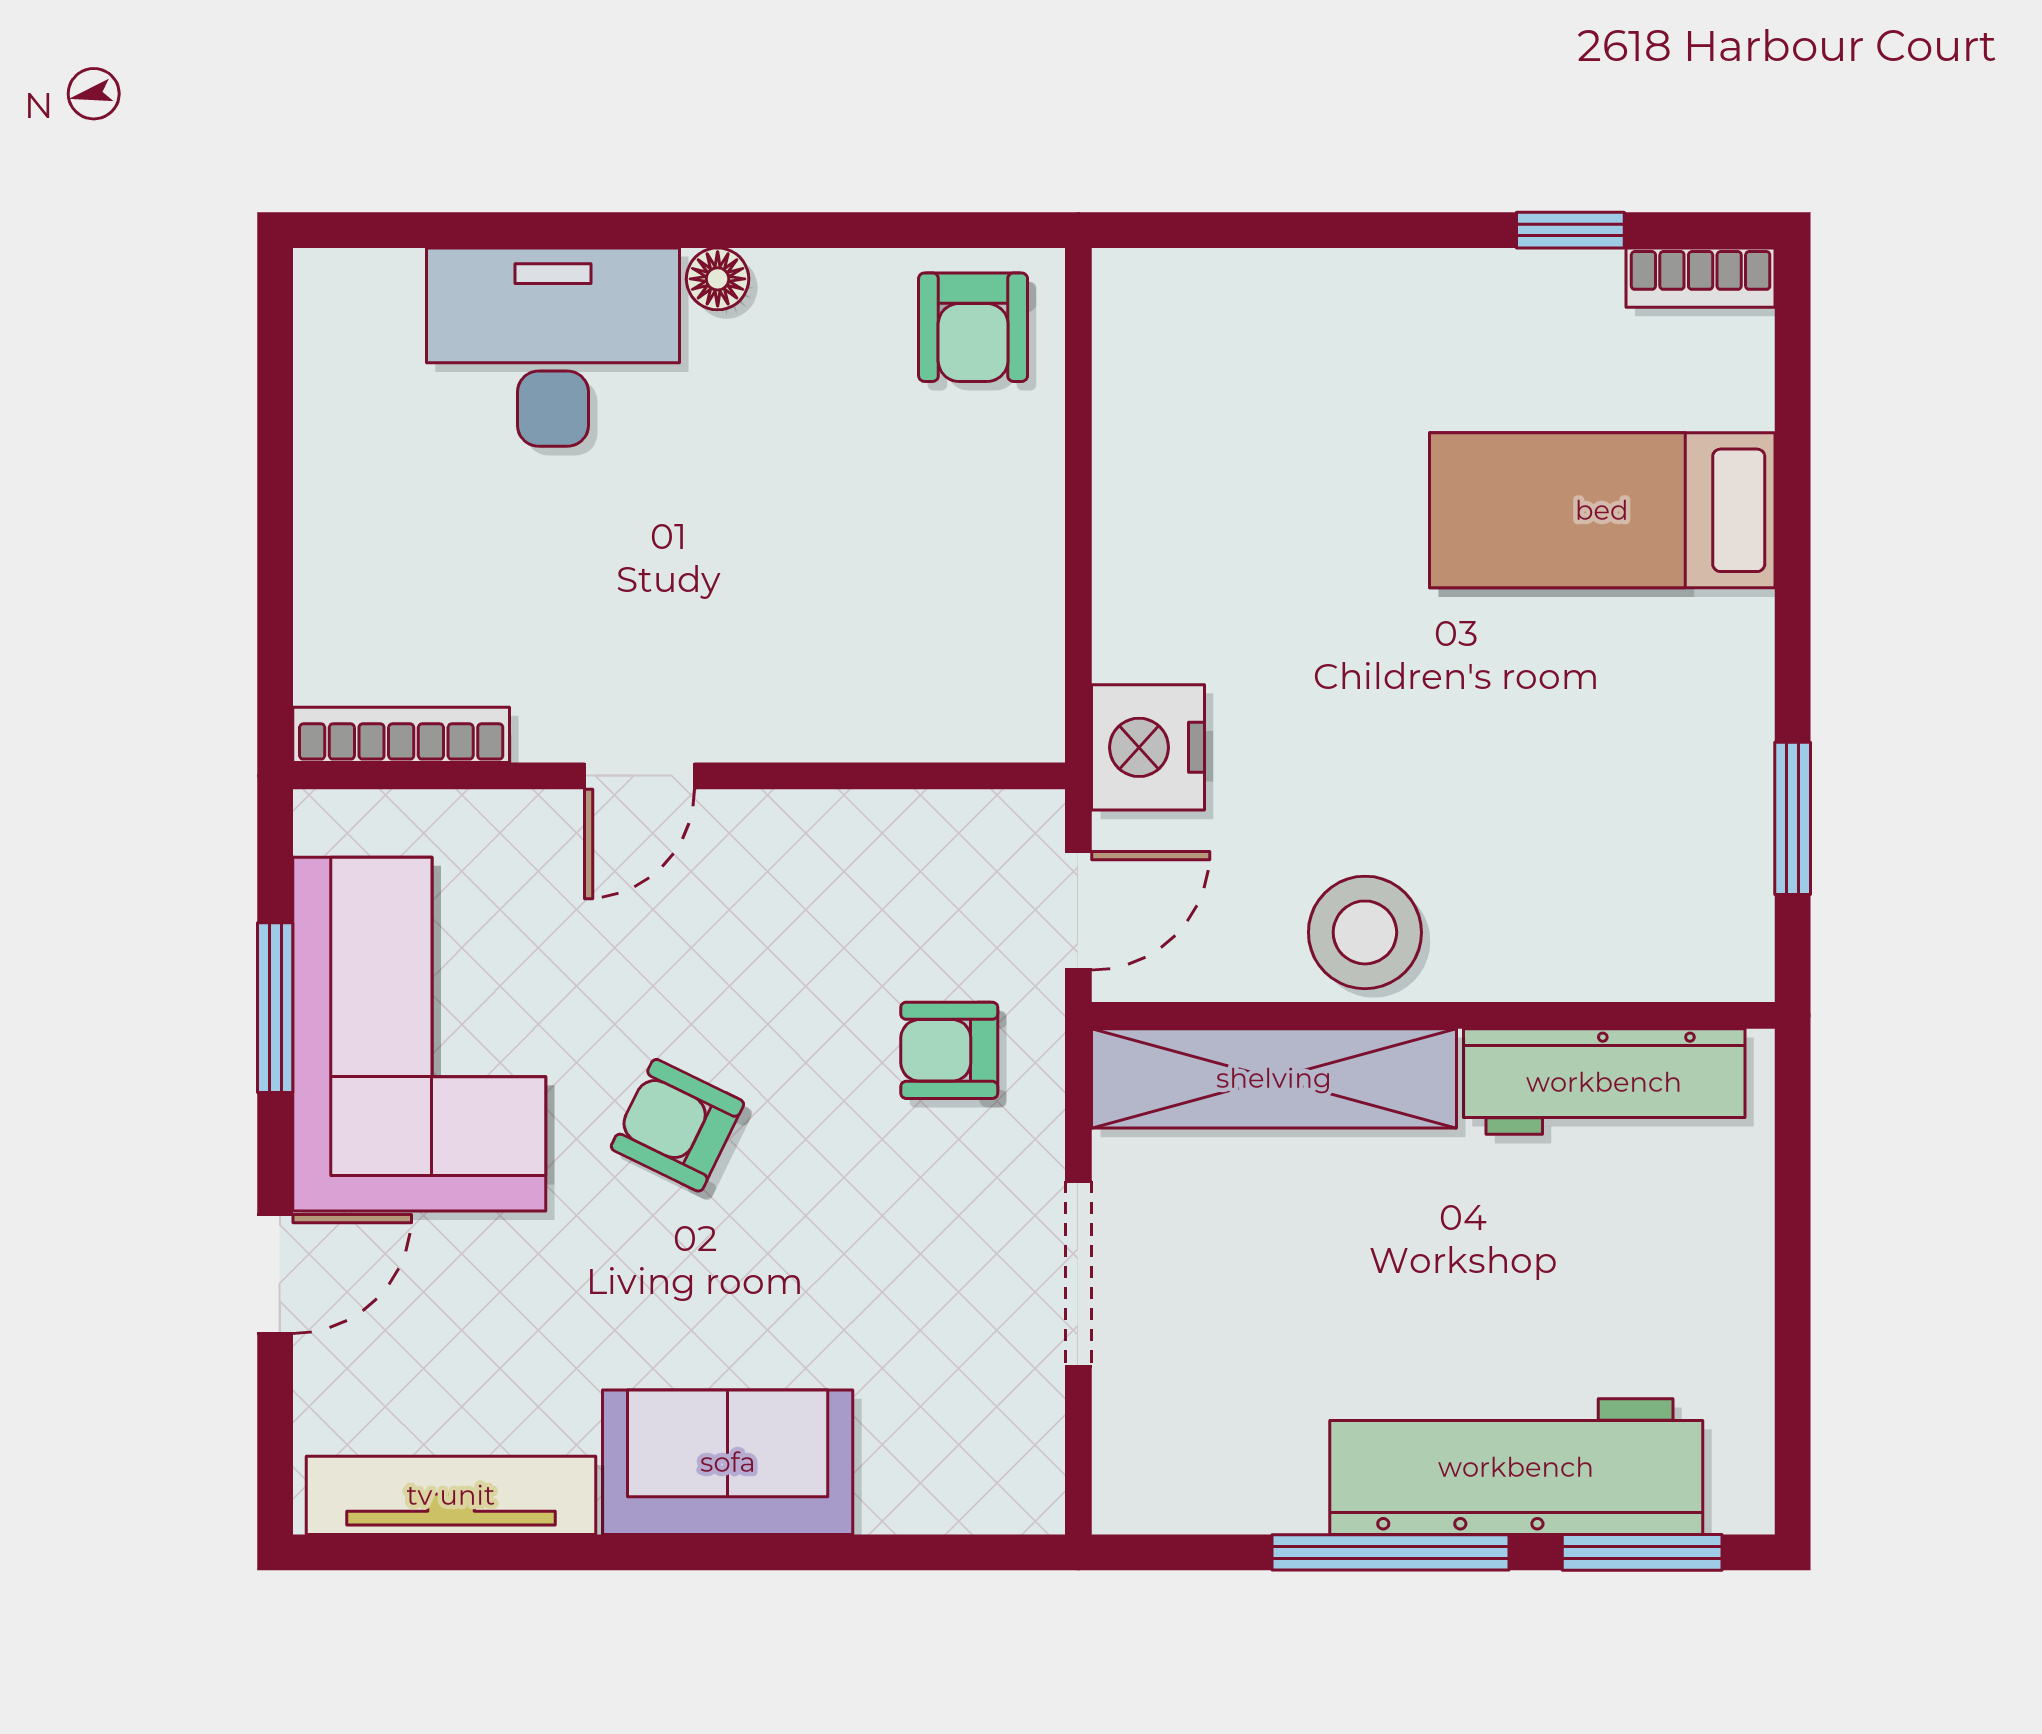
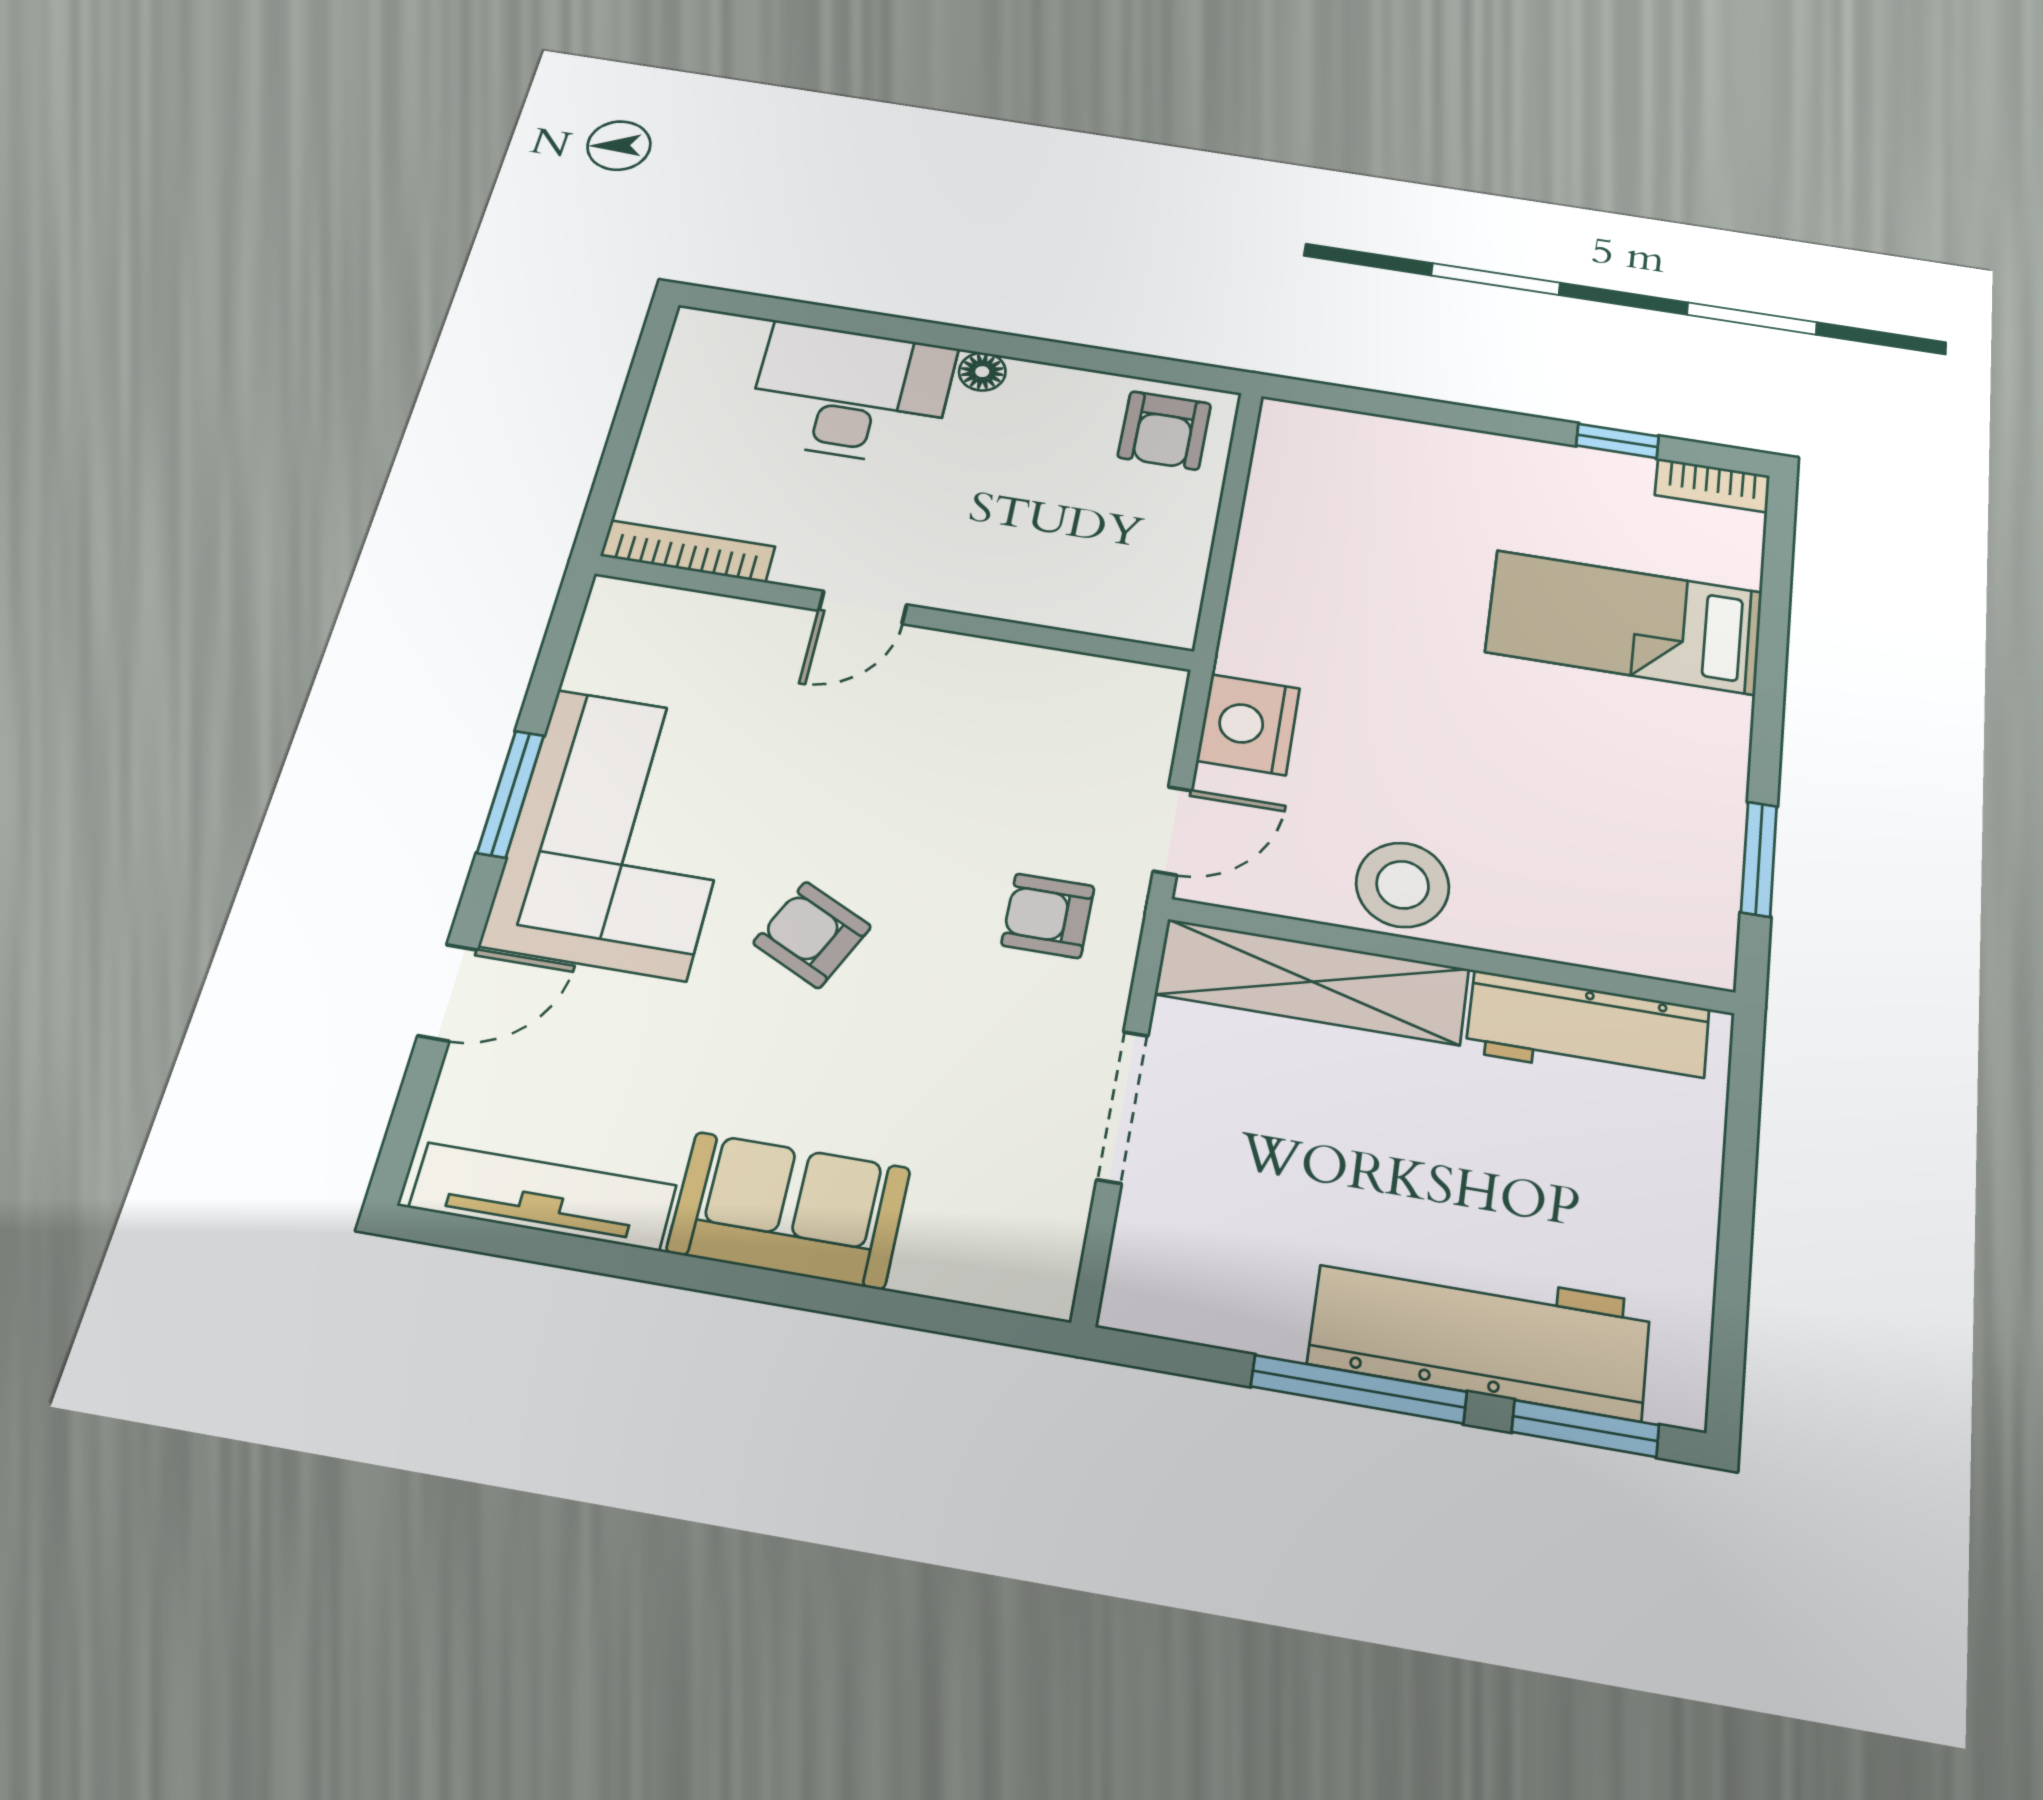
bookcase: (401, 735) -> (688, 551), moved
door: (639, 776) -> (863, 608), moved
wall: (679, 776) -> (893, 612), moved

